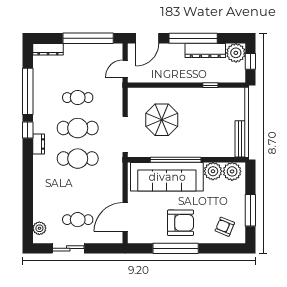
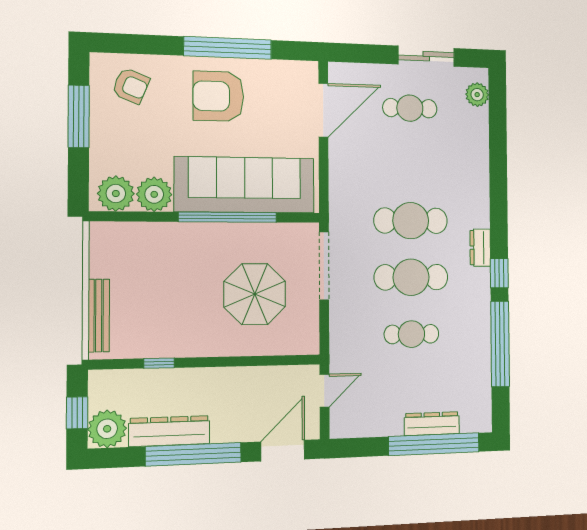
window: (88, 38) -> (434, 444), moved
dresser: (48, 49) -> (432, 424), moved
bench: (240, 139) -> (99, 316), moved

